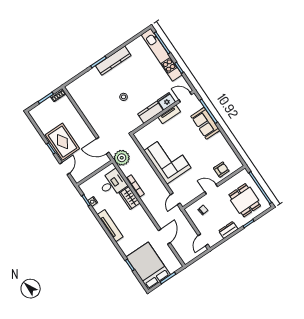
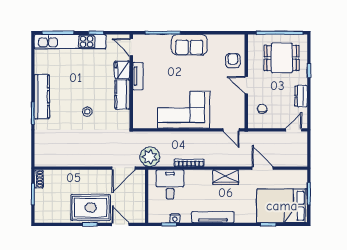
door: (185, 97) -> (131, 47), hinge flipped
sofa: (205, 123) -> (189, 45), moved
door: (211, 189) -> (246, 85), hinge flipped
wardrobe: (130, 198) -> (226, 177), moved
door: (203, 240) -> (294, 130), swing flipped

